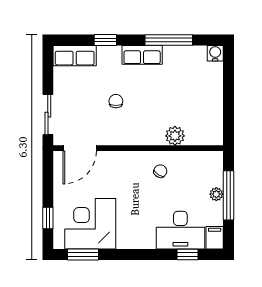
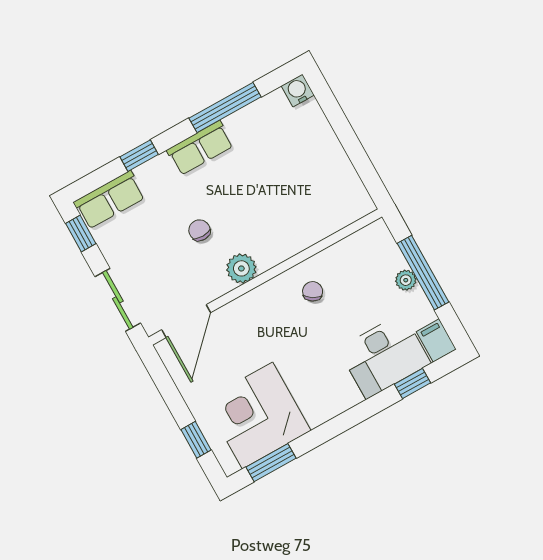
window: (48, 66) -> (81, 234), added
plant: (175, 136) -> (241, 268), moved

